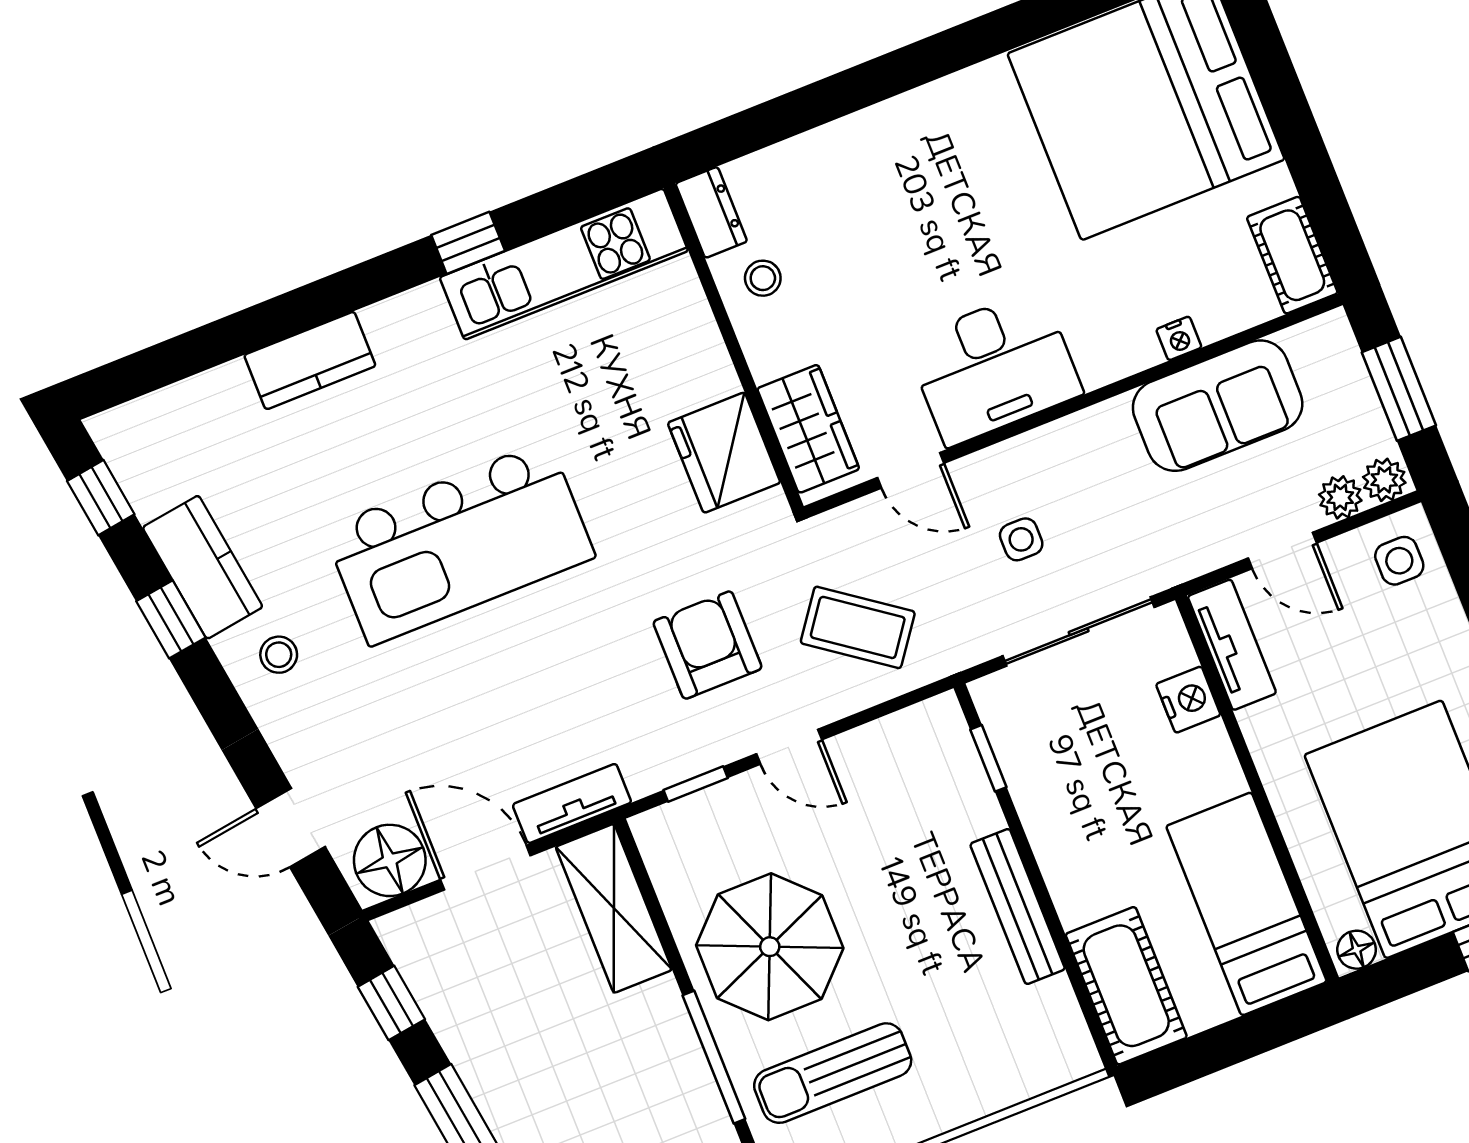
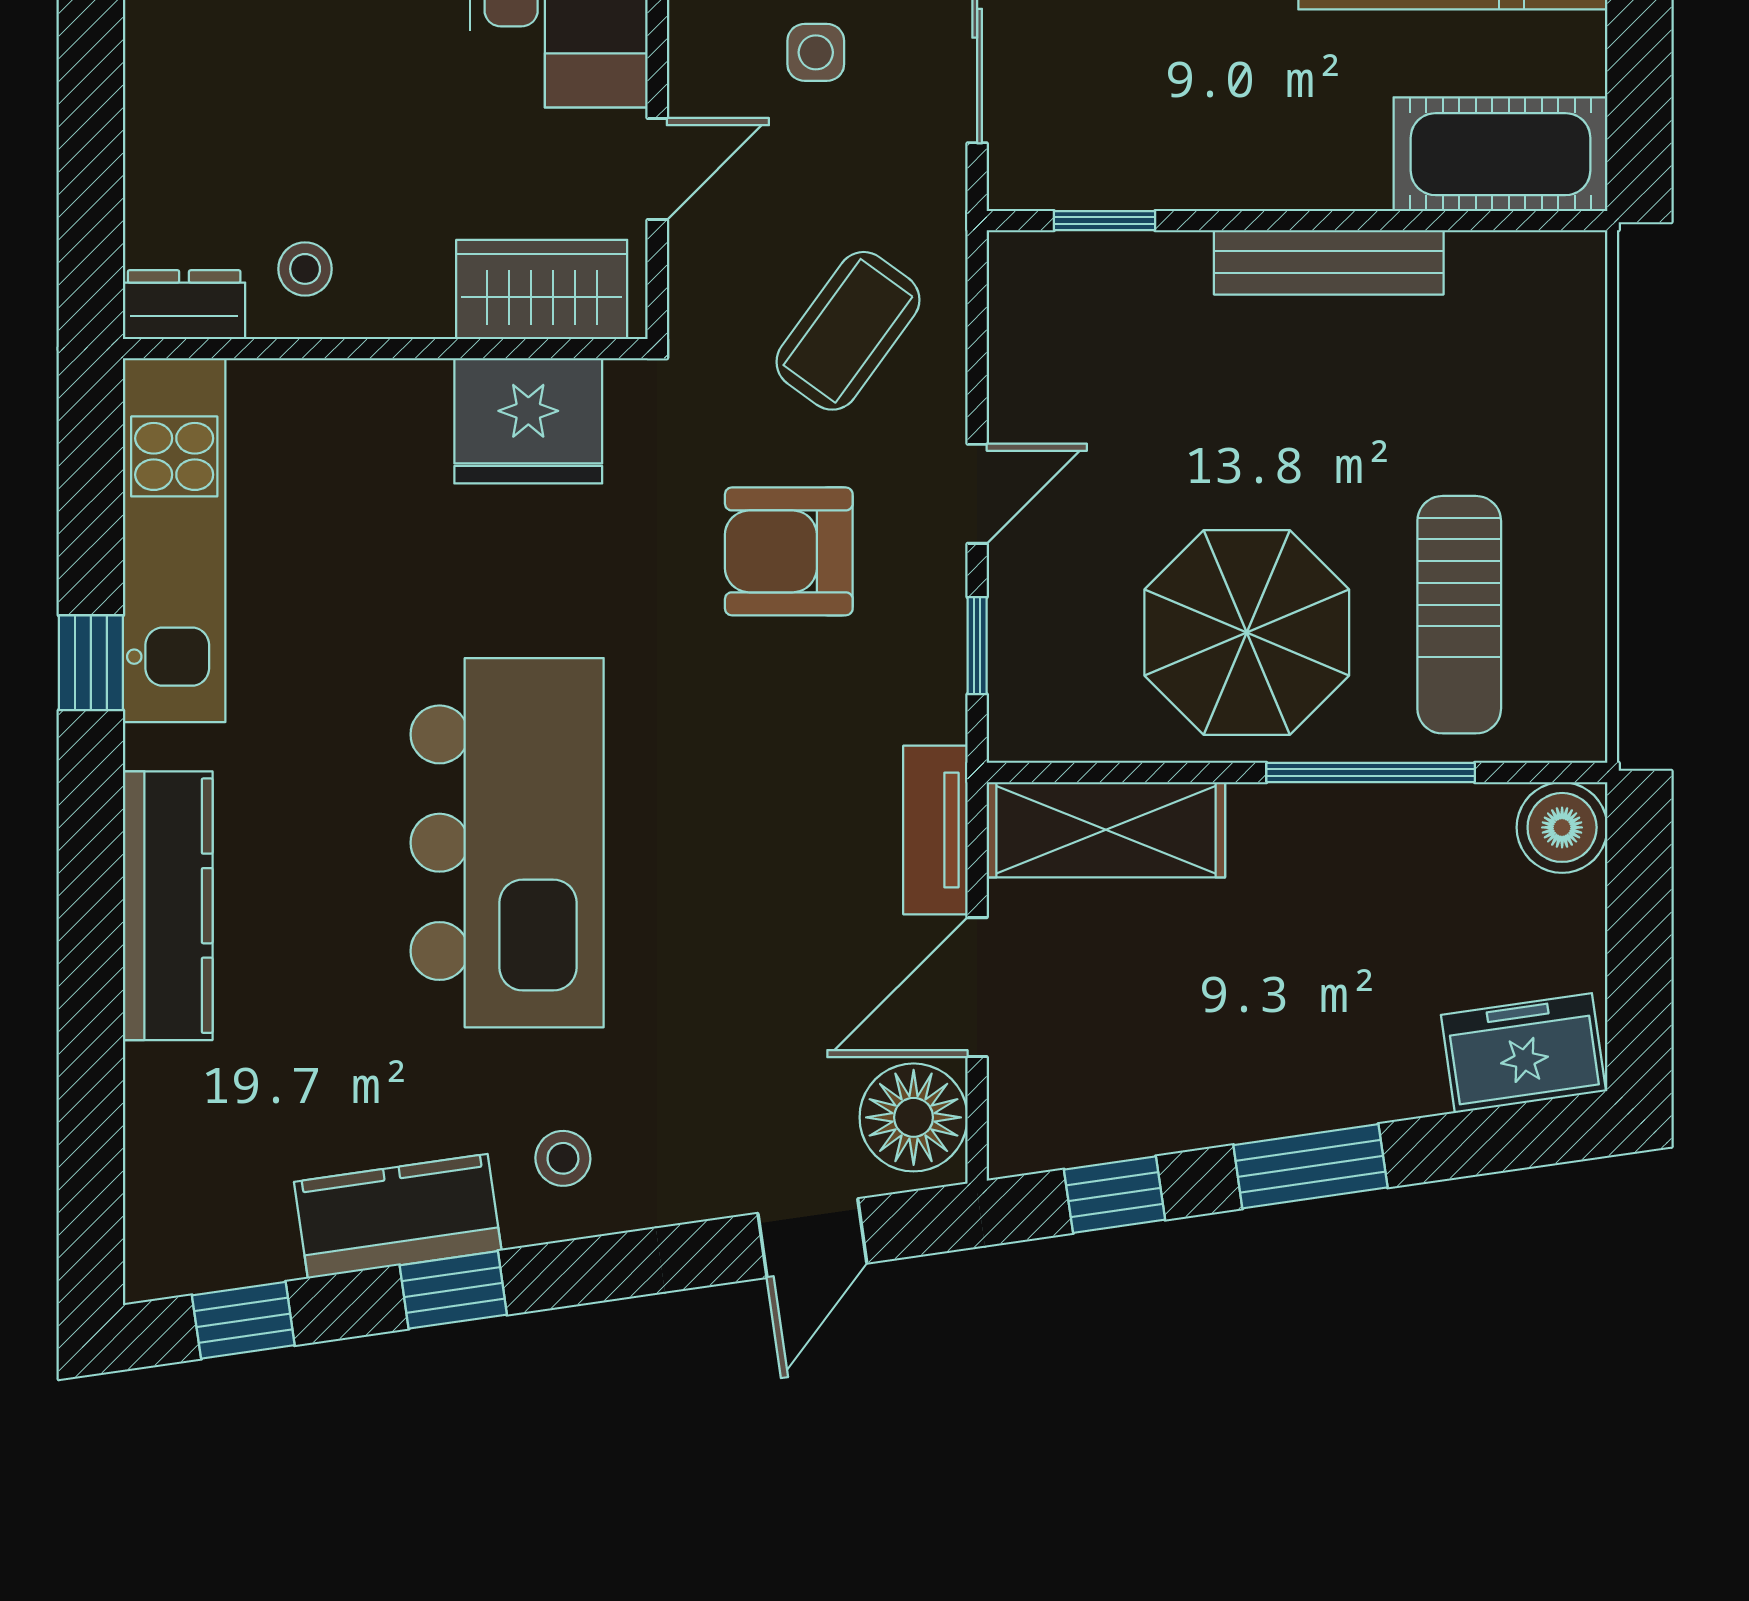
kitchen counter: (310, 361) -> (168, 906), width x1.50

